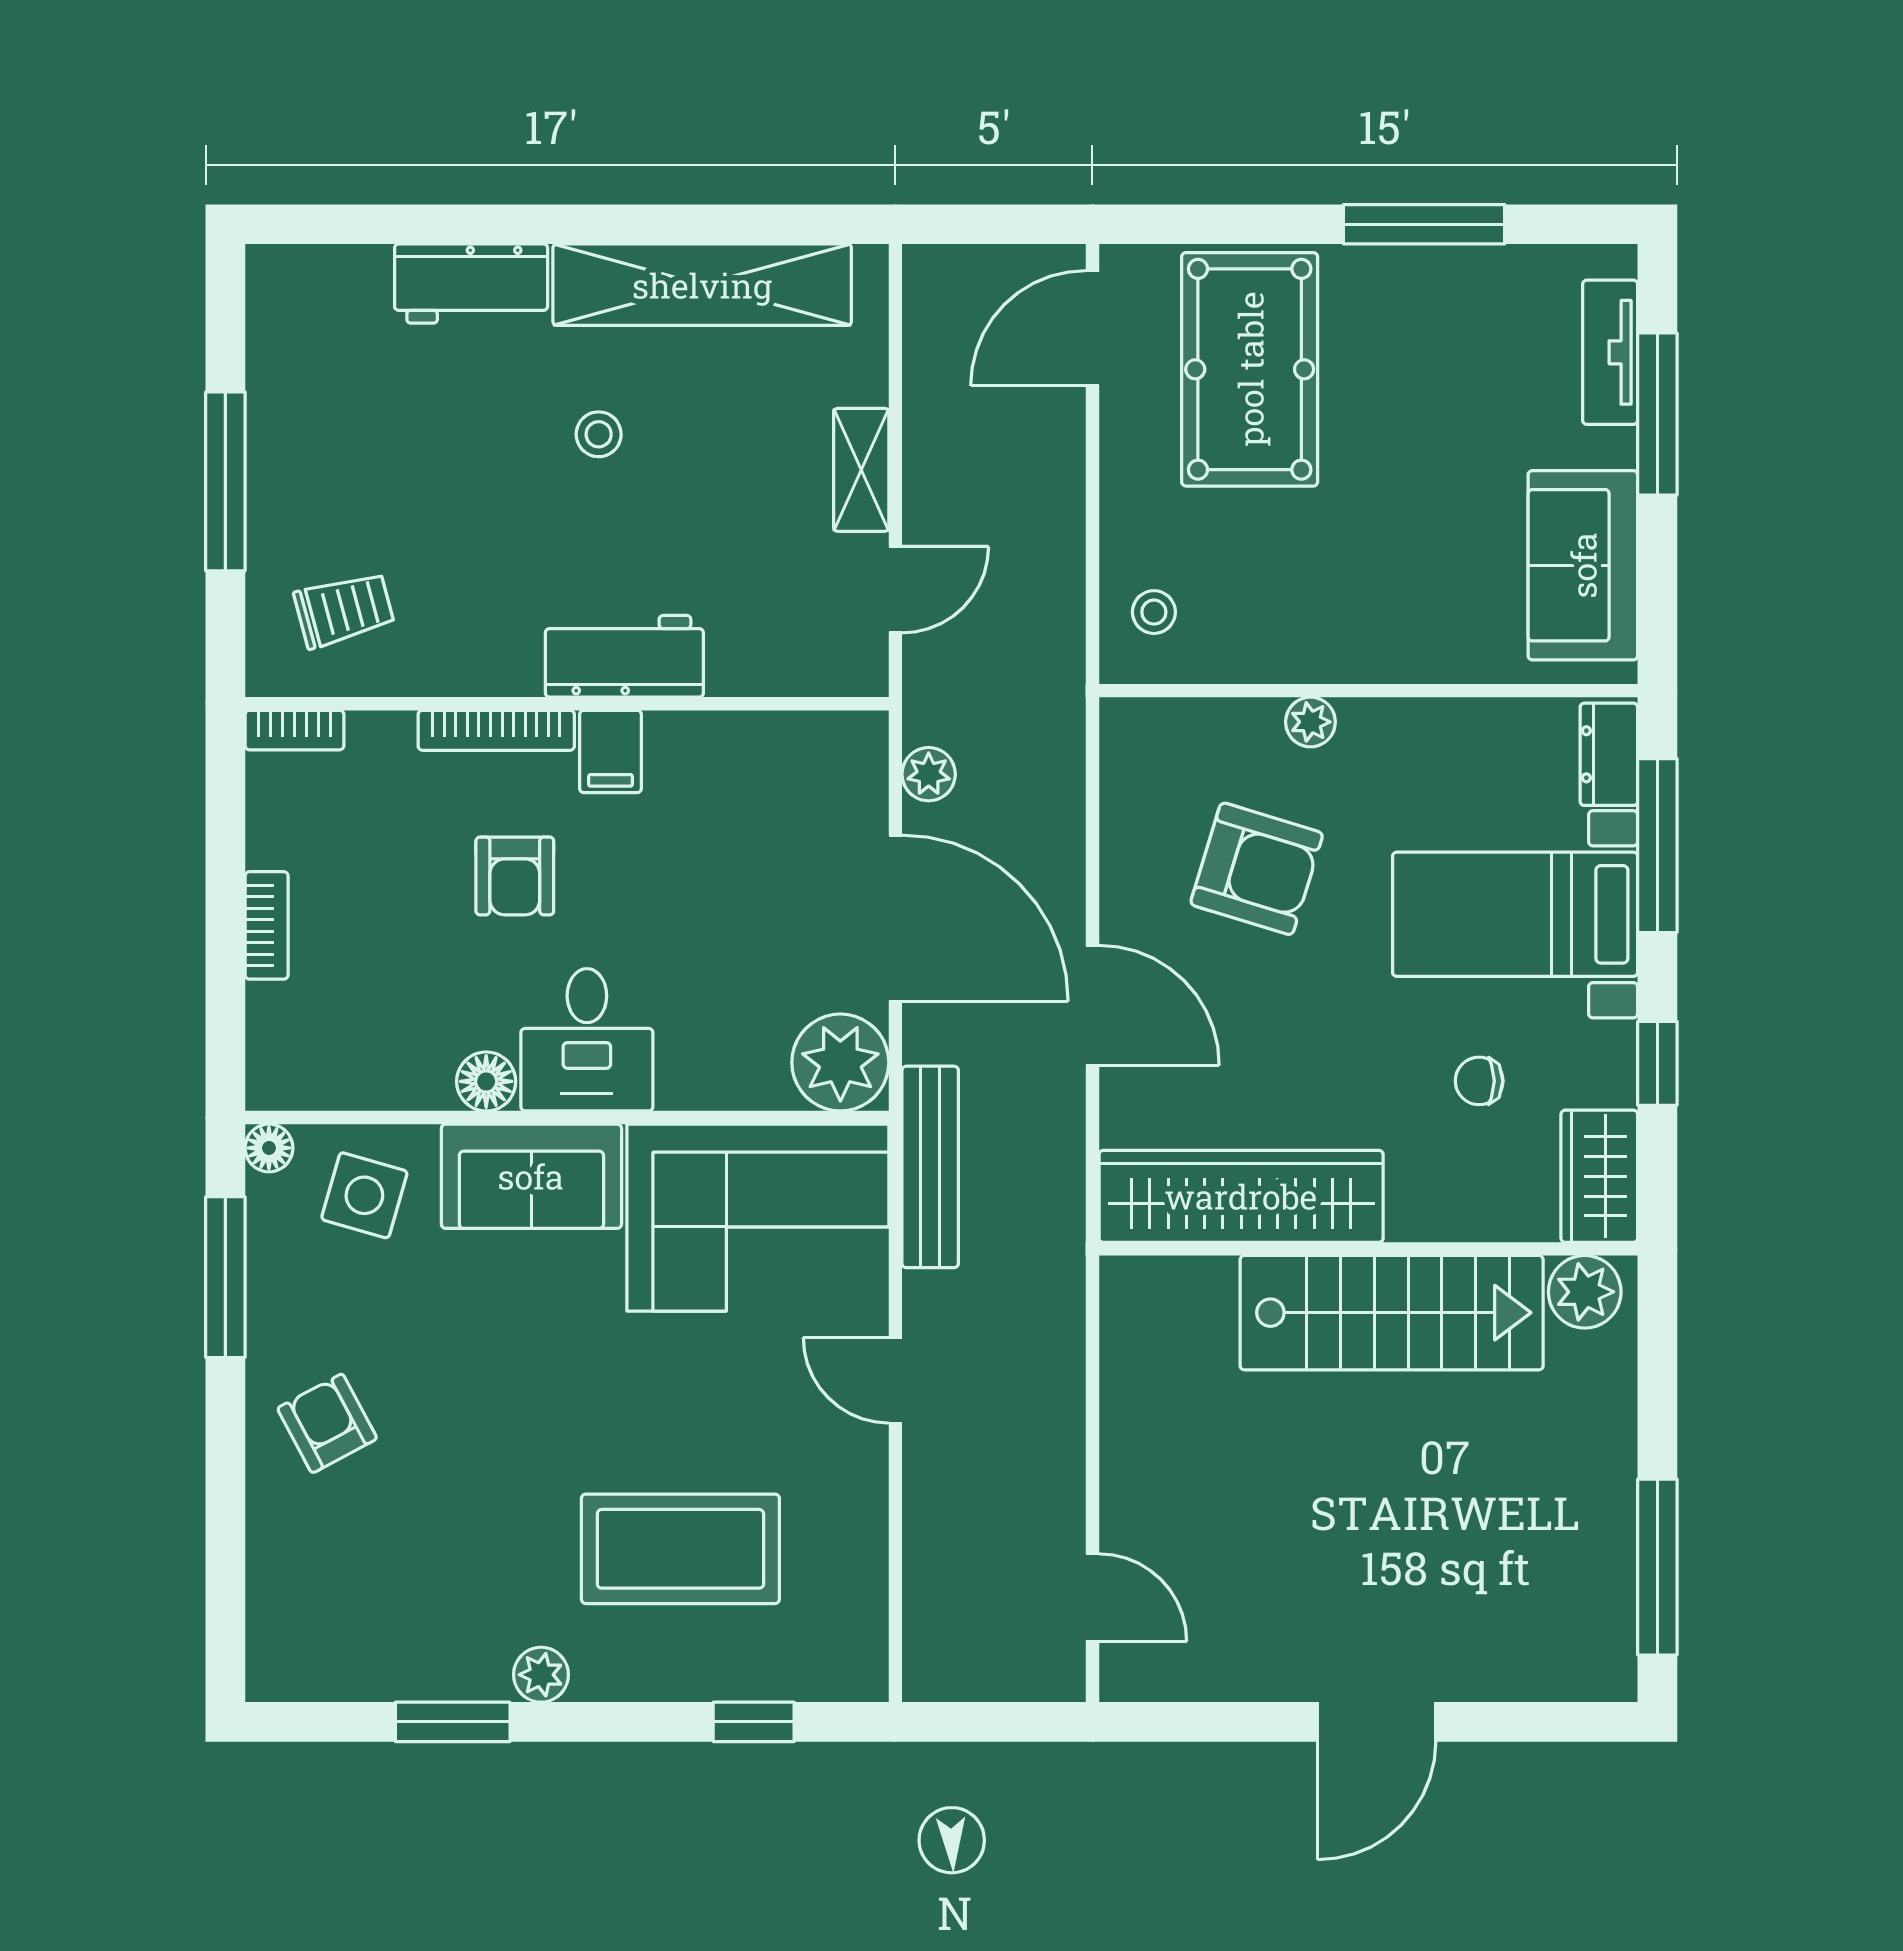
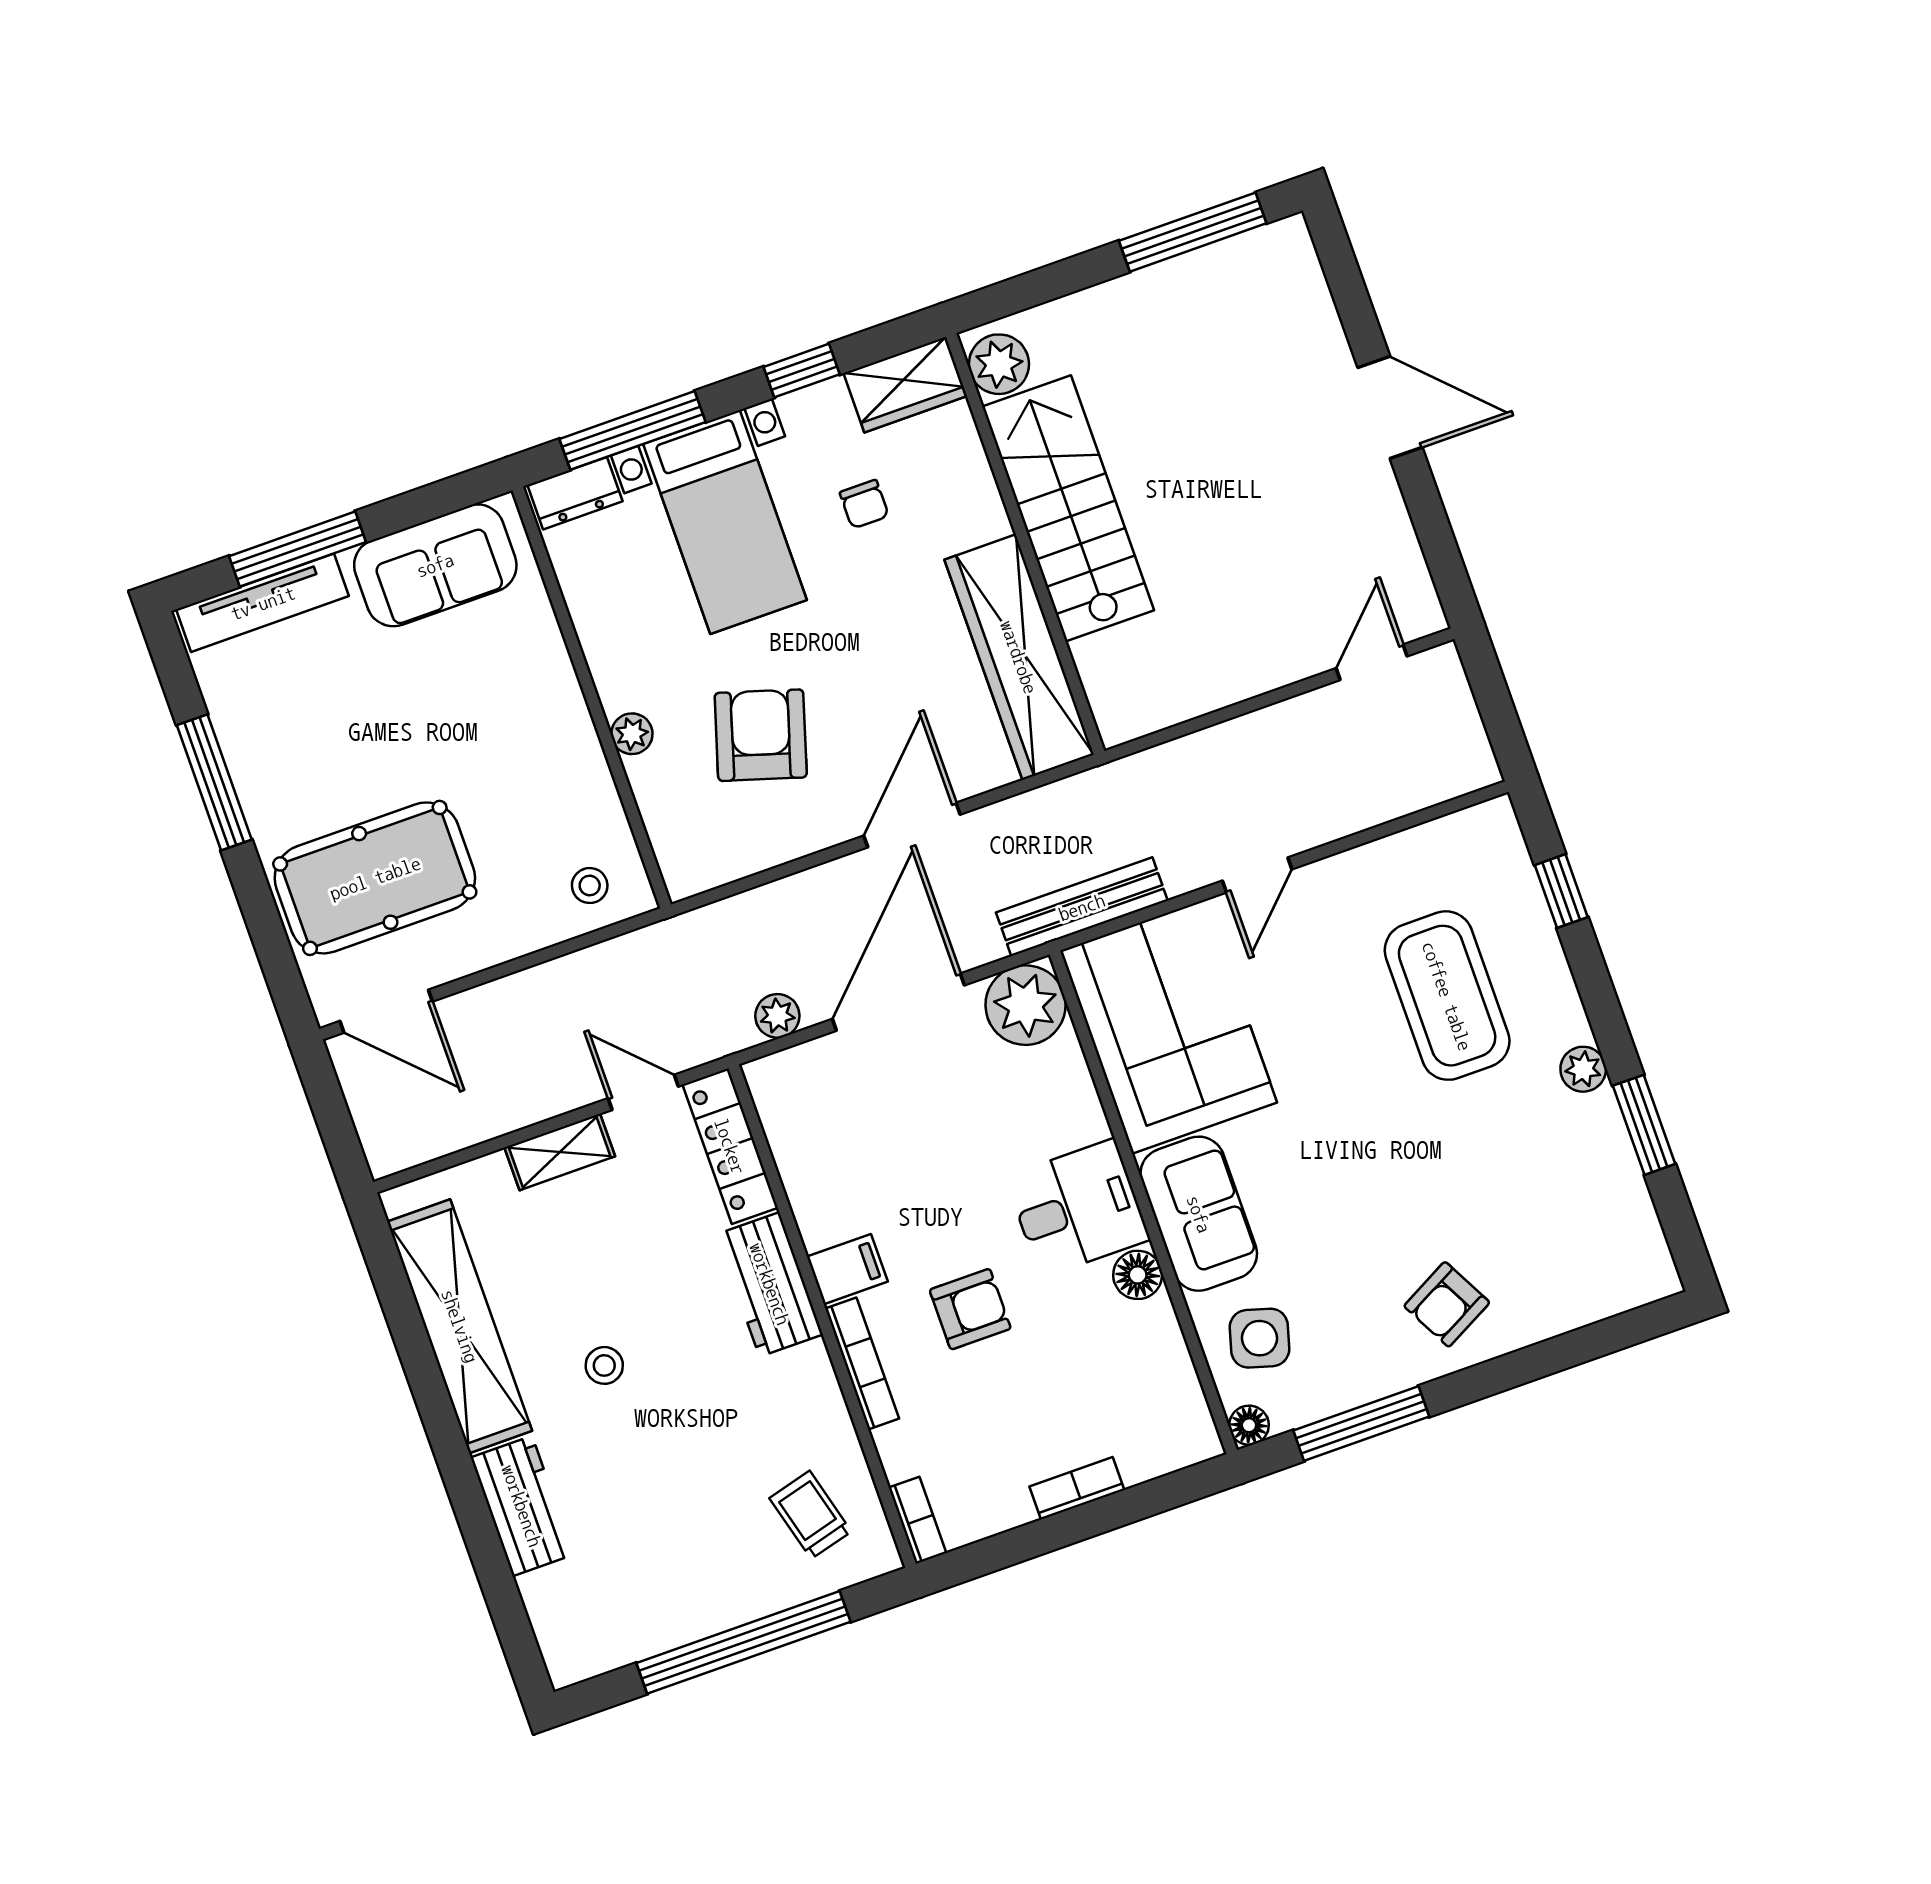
tv unit: (1610, 352) -> (263, 603), width x1.41
window: (225, 481) -> (743, 1642), width x1.46
locker: (799, 667) -> (730, 1146), added

